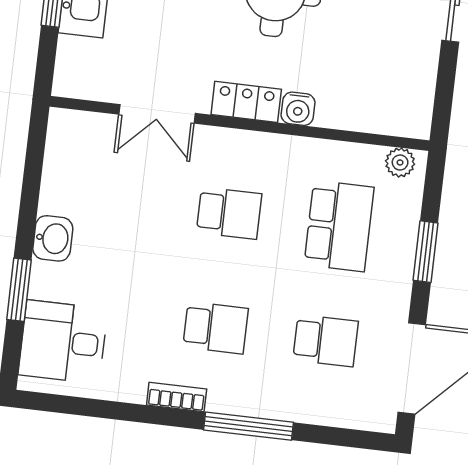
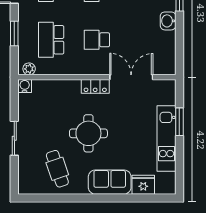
water cooler: (298, 109) -> (25, 86), moved
double door: (157, 114) -> (131, 77), width x1.37

